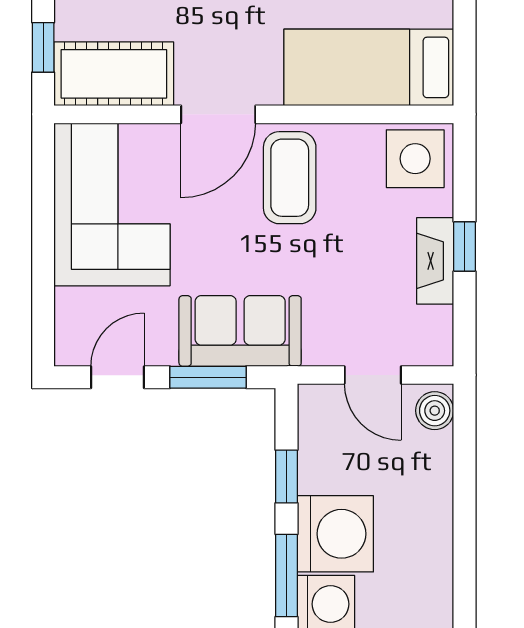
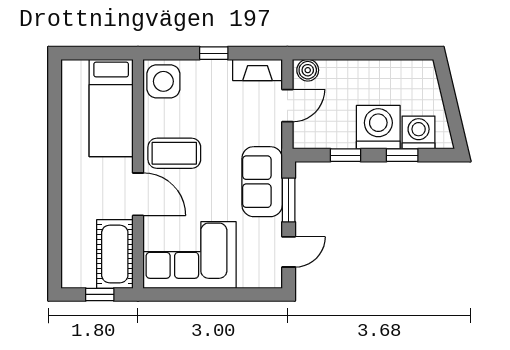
fireplace: (435, 261) -> (258, 70), moved
door: (117, 377) -> (289, 252), swing flipped
window: (286, 575) -> (402, 155), width x0.67

